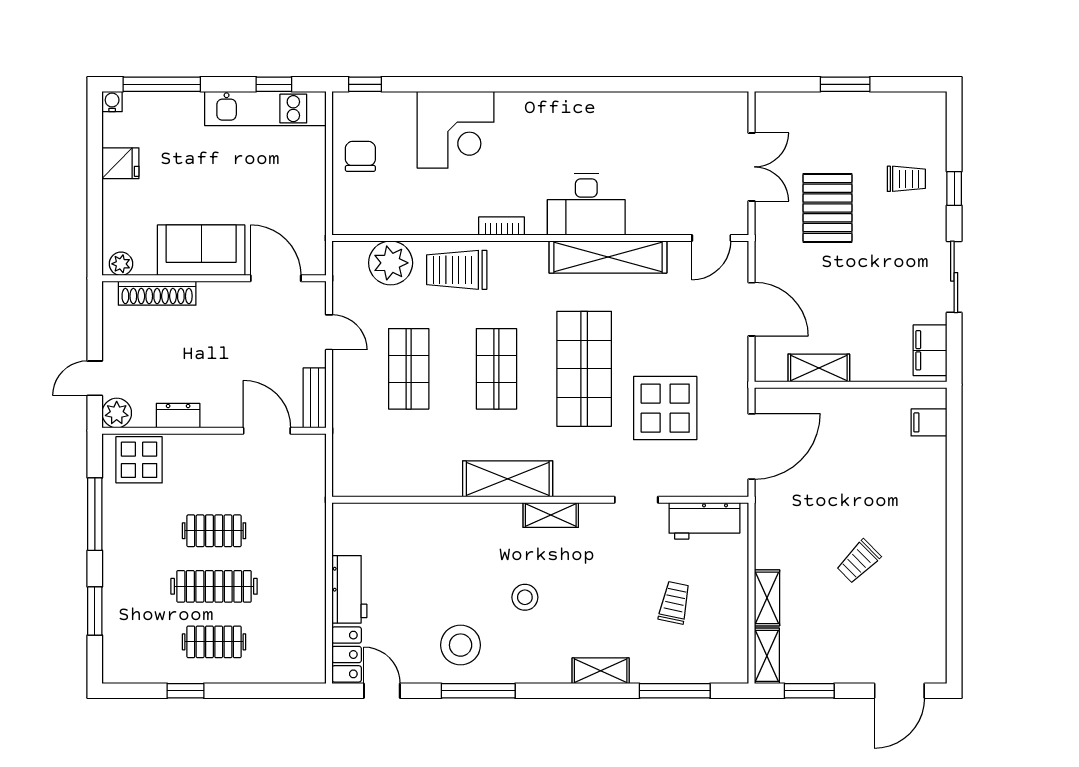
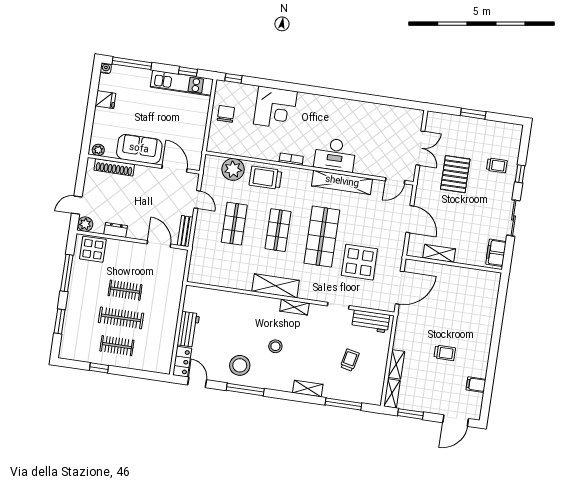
filing cabinet: (929, 422) -> (476, 385), moved
trolley: (859, 561) -> (445, 353), turned -135

